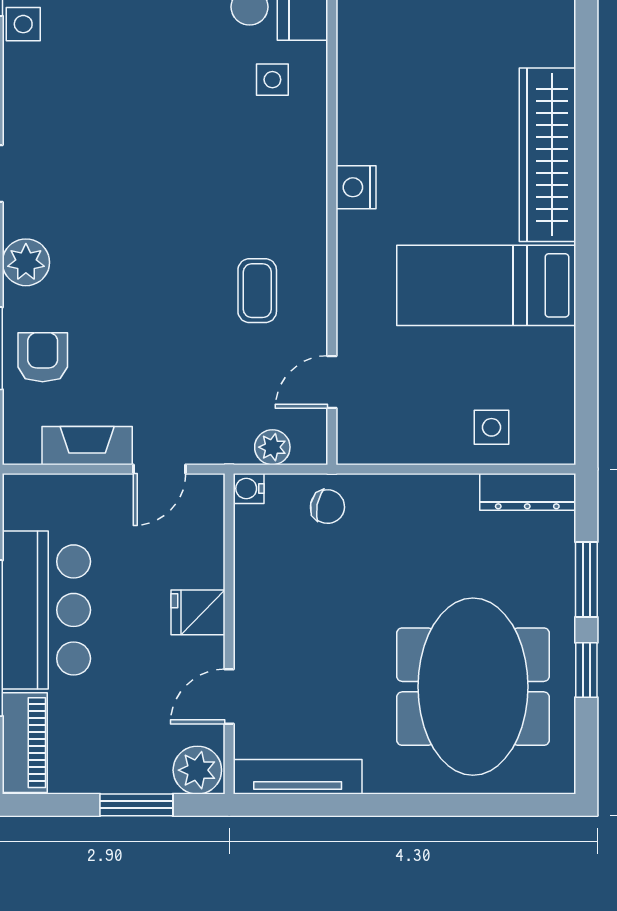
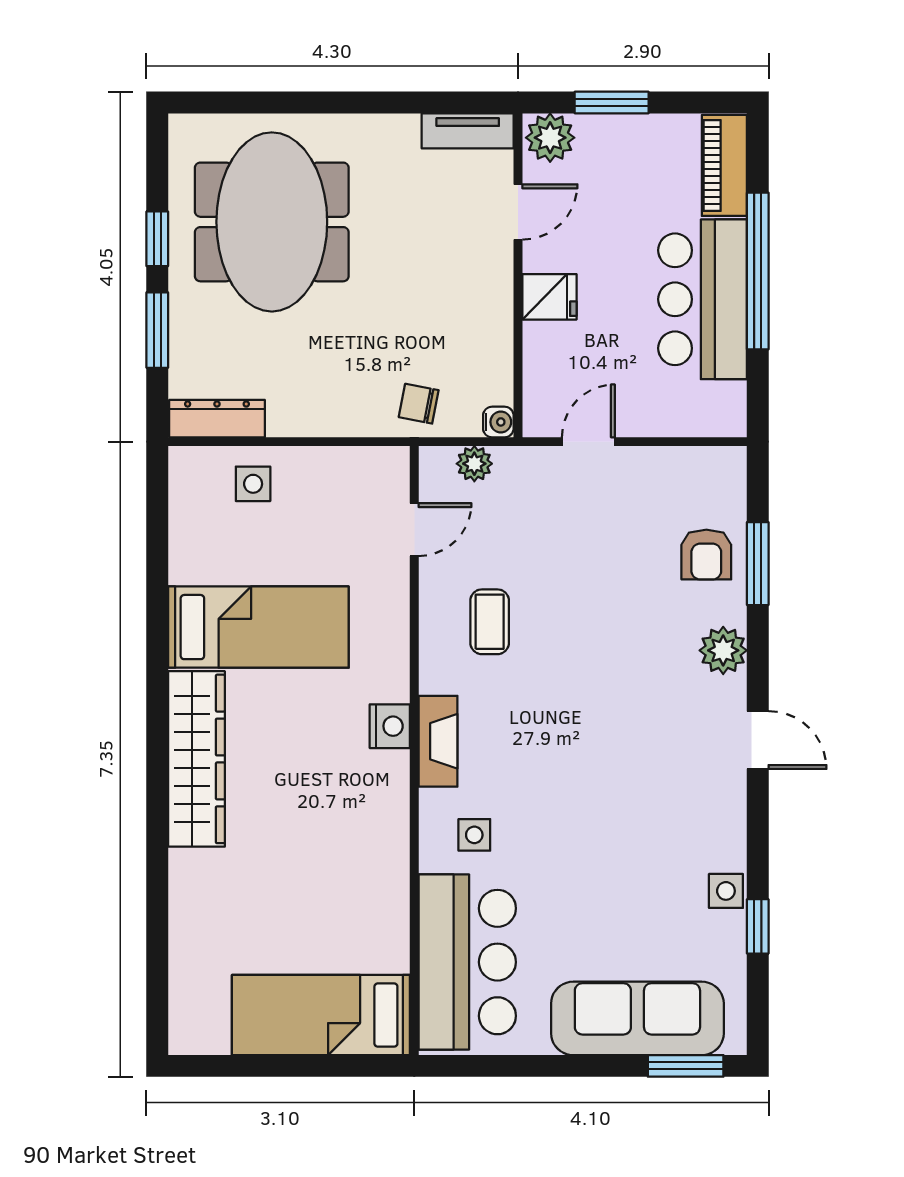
fireplace: (87, 446) -> (438, 741), moved, turned -90
tv unit: (298, 777) -> (468, 131), width x0.71

